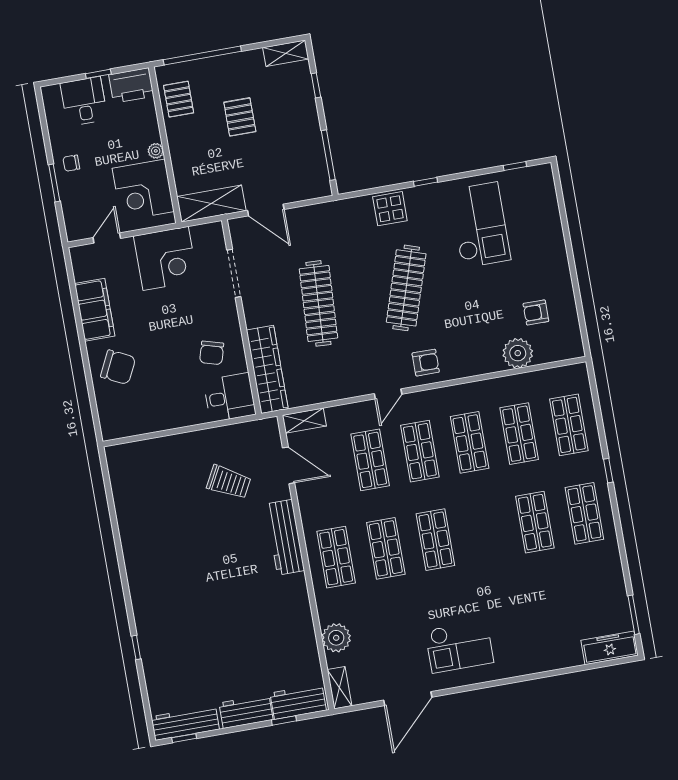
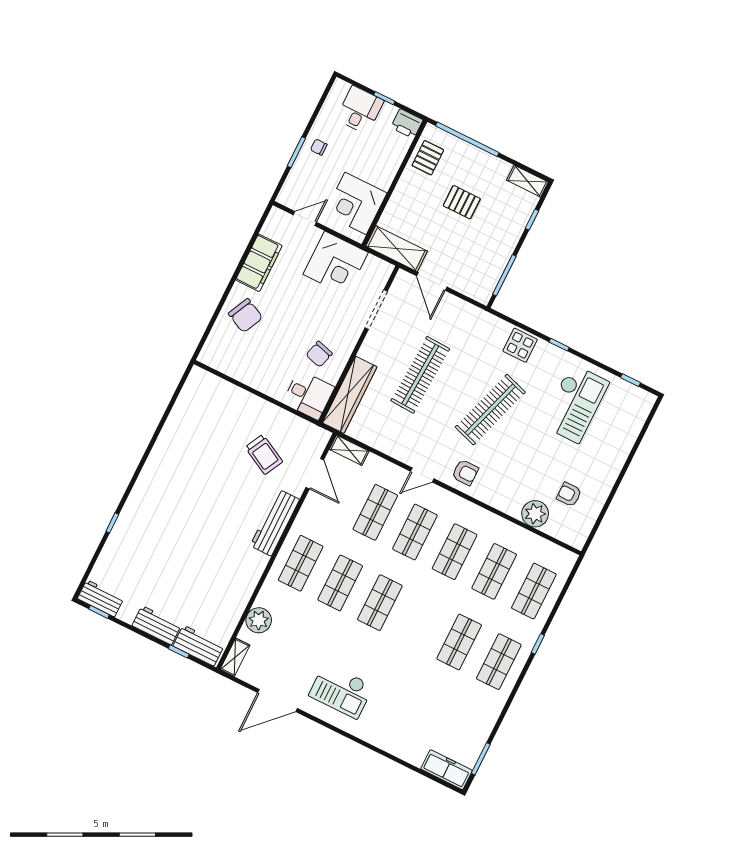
printer: (131, 85) -> (407, 124), width x0.73, depth x0.84
pallet: (240, 117) -> (462, 202), turned 90
plant: (156, 151) -> (385, 182), removed
workbench: (185, 723) -> (101, 598), width x0.73

